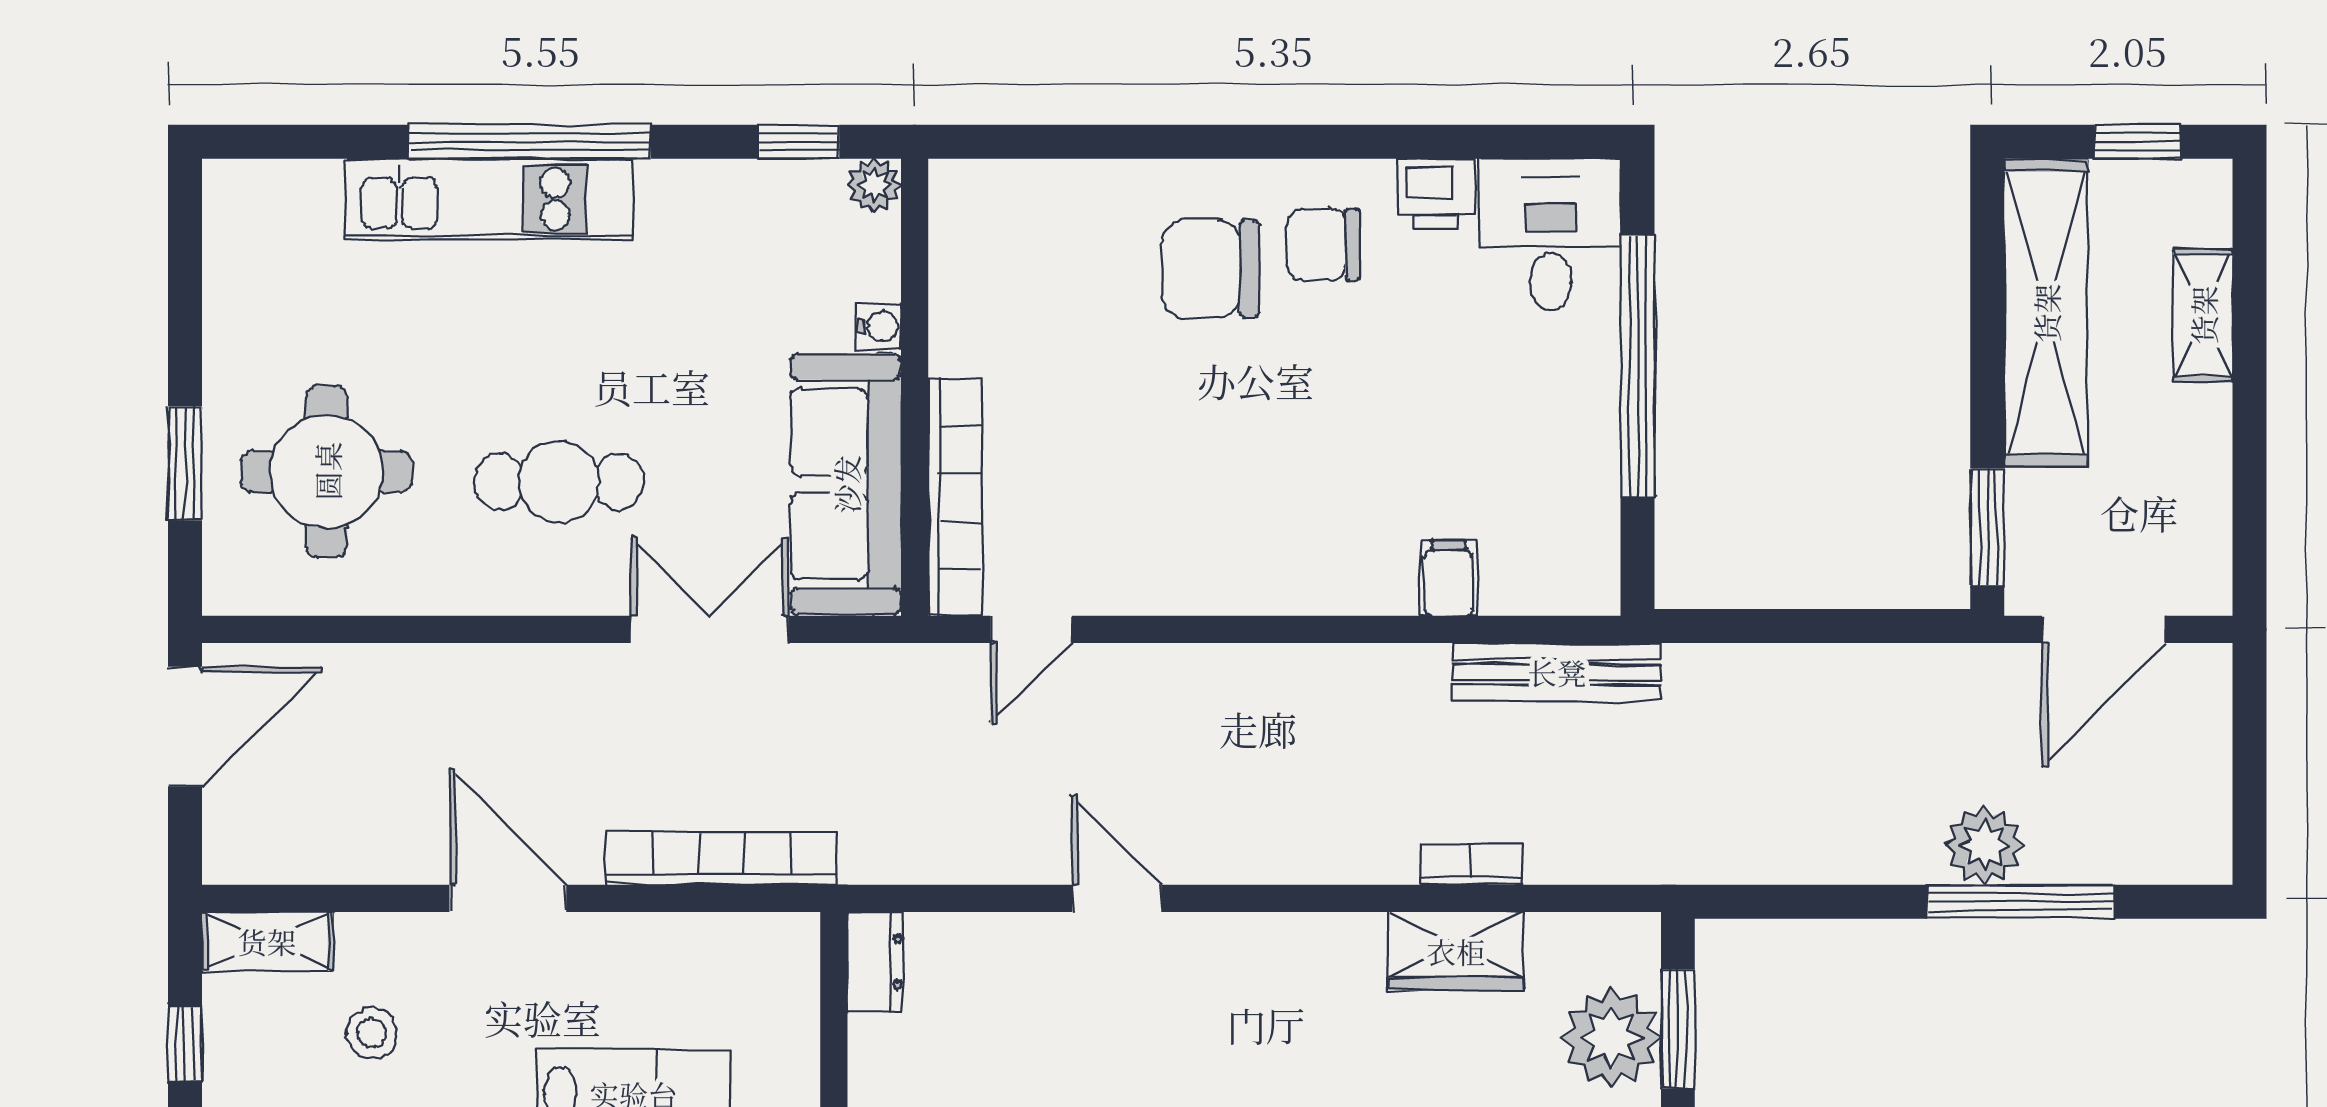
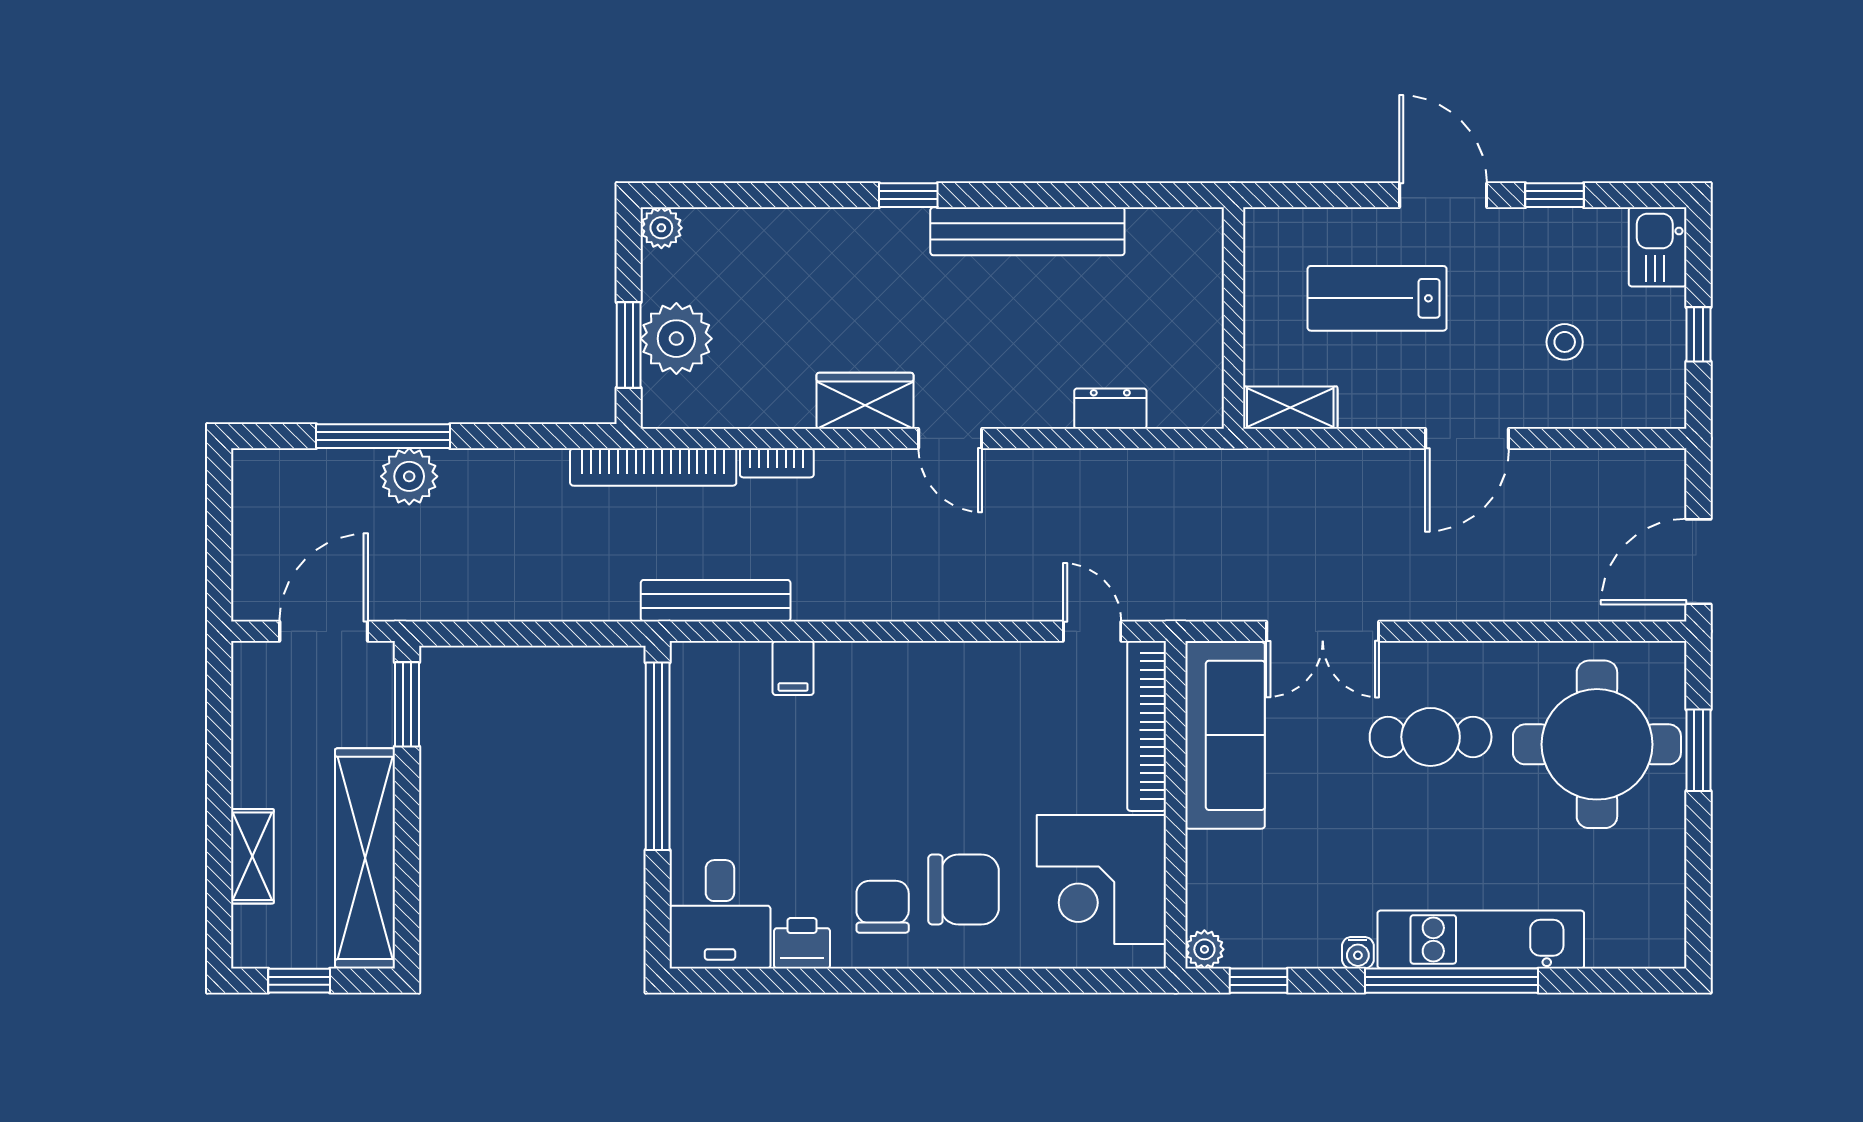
chair: (1324, 245) -> (883, 907), turned -90
corner desk: (1018, 283) -> (1101, 879), added
water cooler: (879, 326) -> (1358, 953), moved, turned -90
window: (1638, 366) -> (658, 756), moved
round table: (327, 471) -> (1597, 744), width x1.36, depth x1.36
door: (1031, 629) -> (1092, 631), hinge flipped
bookcase: (722, 859) -> (653, 467), moved
door: (508, 898) -> (1467, 438), hinge flipped
door: (1117, 898) -> (950, 438), moved
shelving: (267, 941) -> (1290, 408), moved
wardrobe: (1456, 951) -> (865, 401), moved
dresser: (876, 962) -> (1110, 409), moved, turned 90

